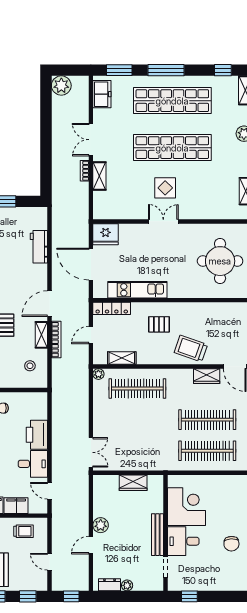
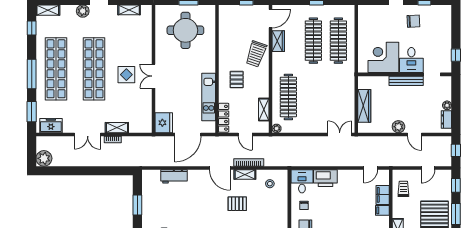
desk: (33, 464) -> (302, 181), moved
wardrobe: (133, 483) -> (364, 106), width x1.50

